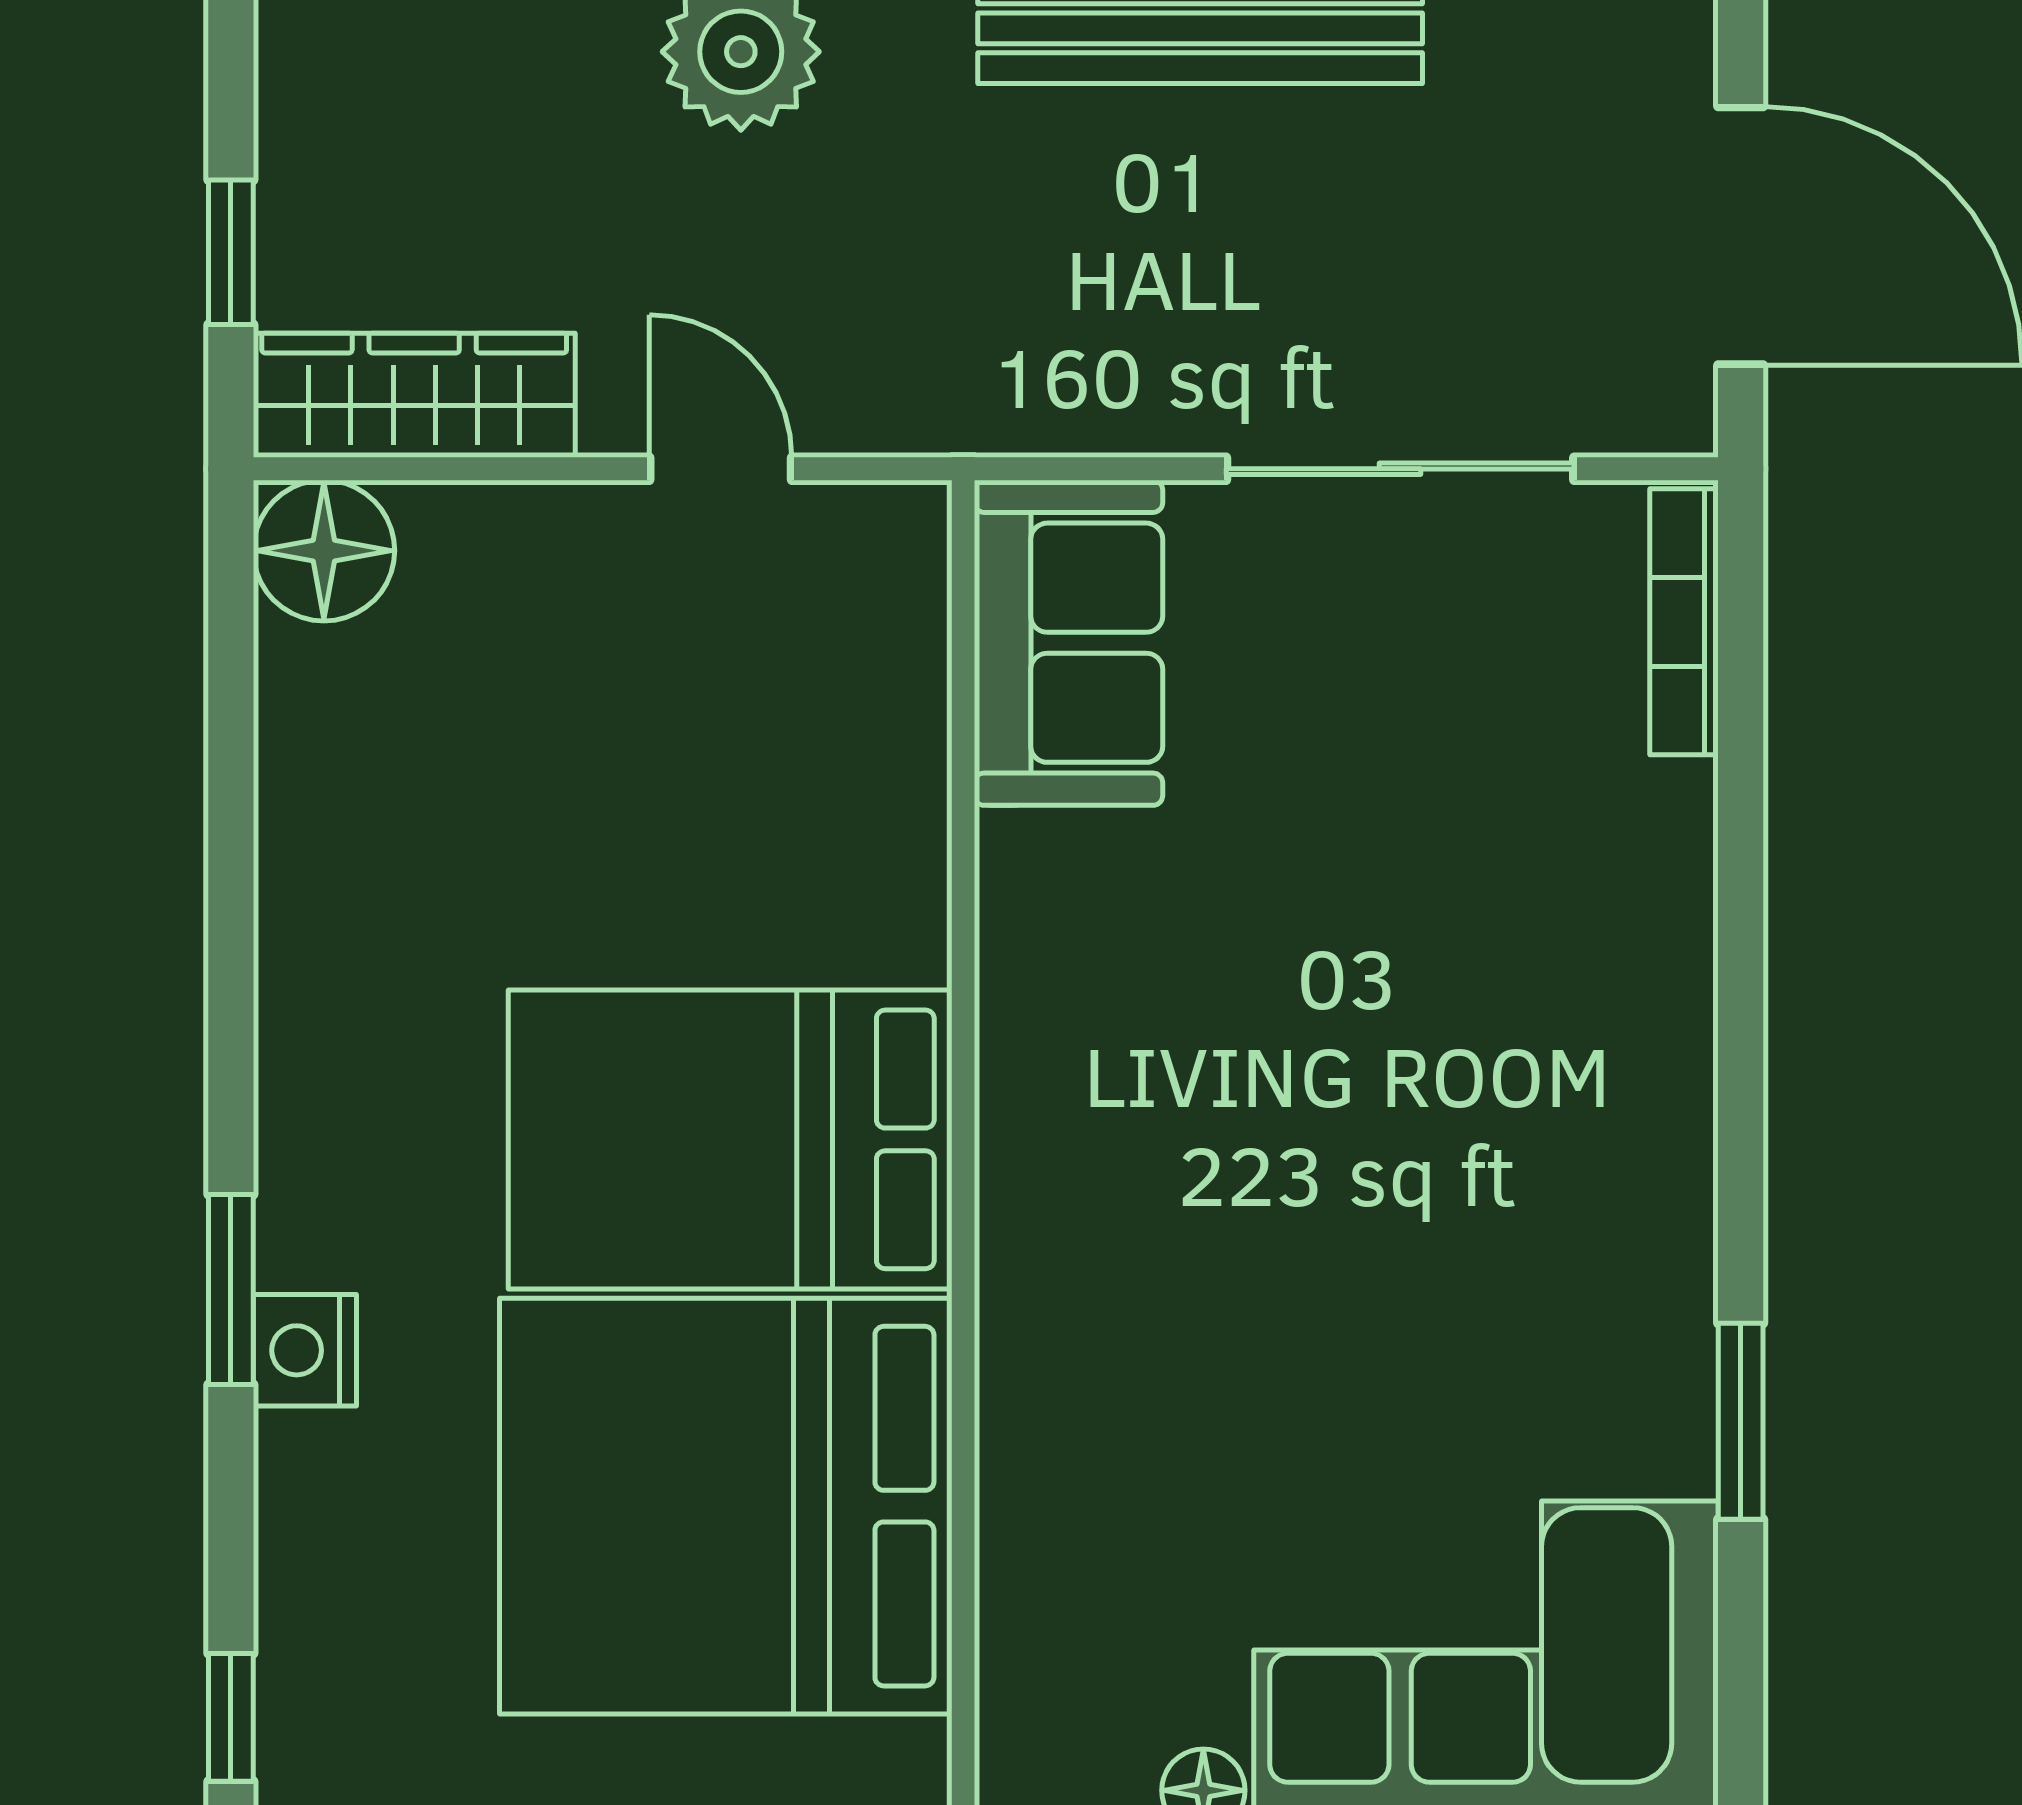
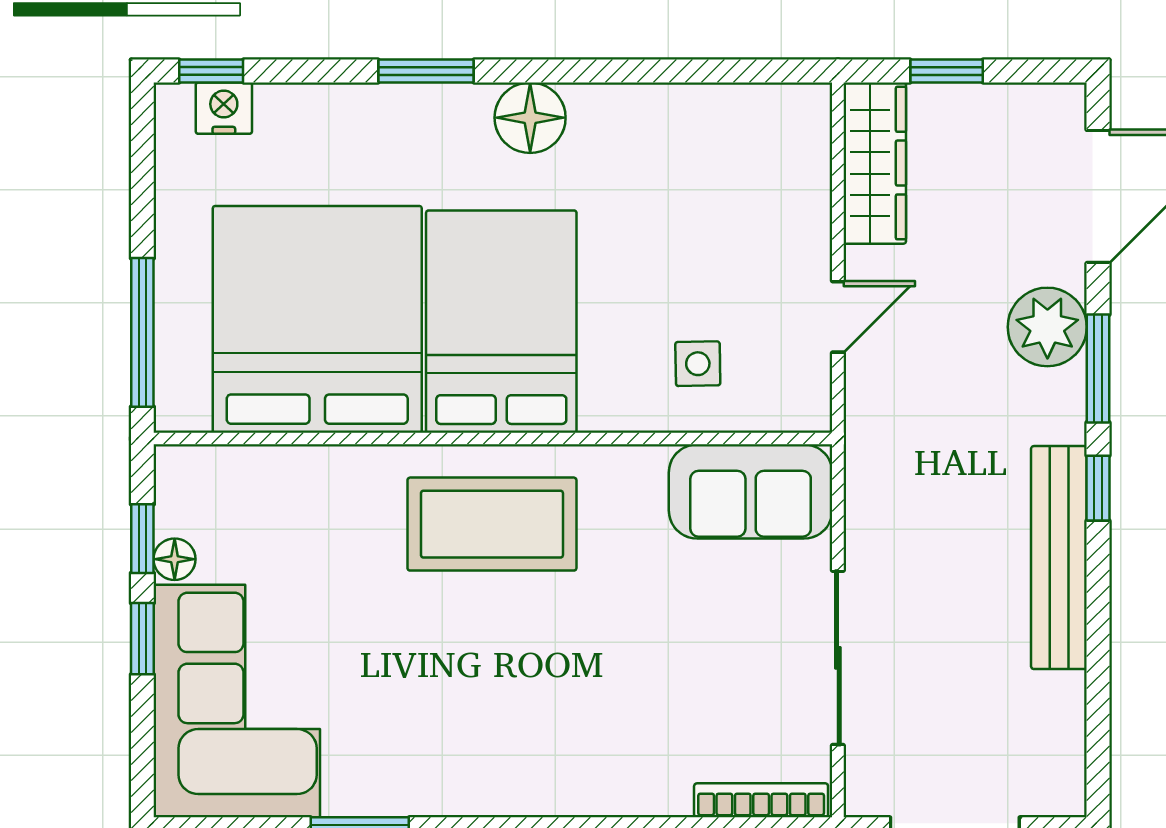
floor lamp: (324, 551) -> (530, 118), moved
side table: (814, 748) -> (698, 364), added
coffee table: (1134, 1158) -> (492, 524), added
nightstand: (305, 1350) -> (224, 108), moved

